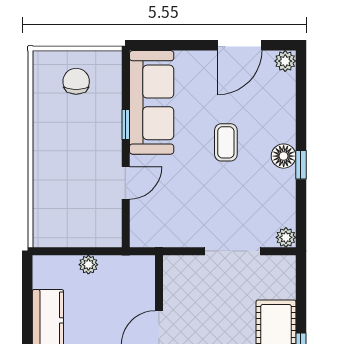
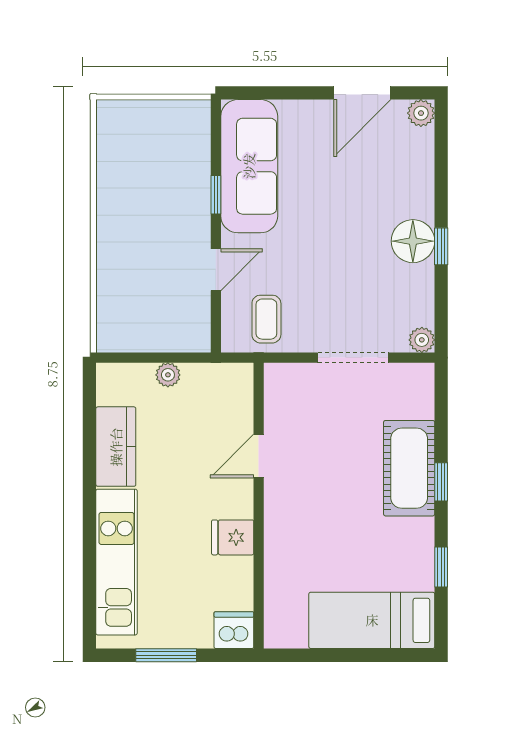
chair: (76, 81) -> (152, 139), removed
coffee table: (226, 142) -> (266, 319), moved
floor lamp: (284, 156) -> (413, 241), width x1.38, depth x1.38

